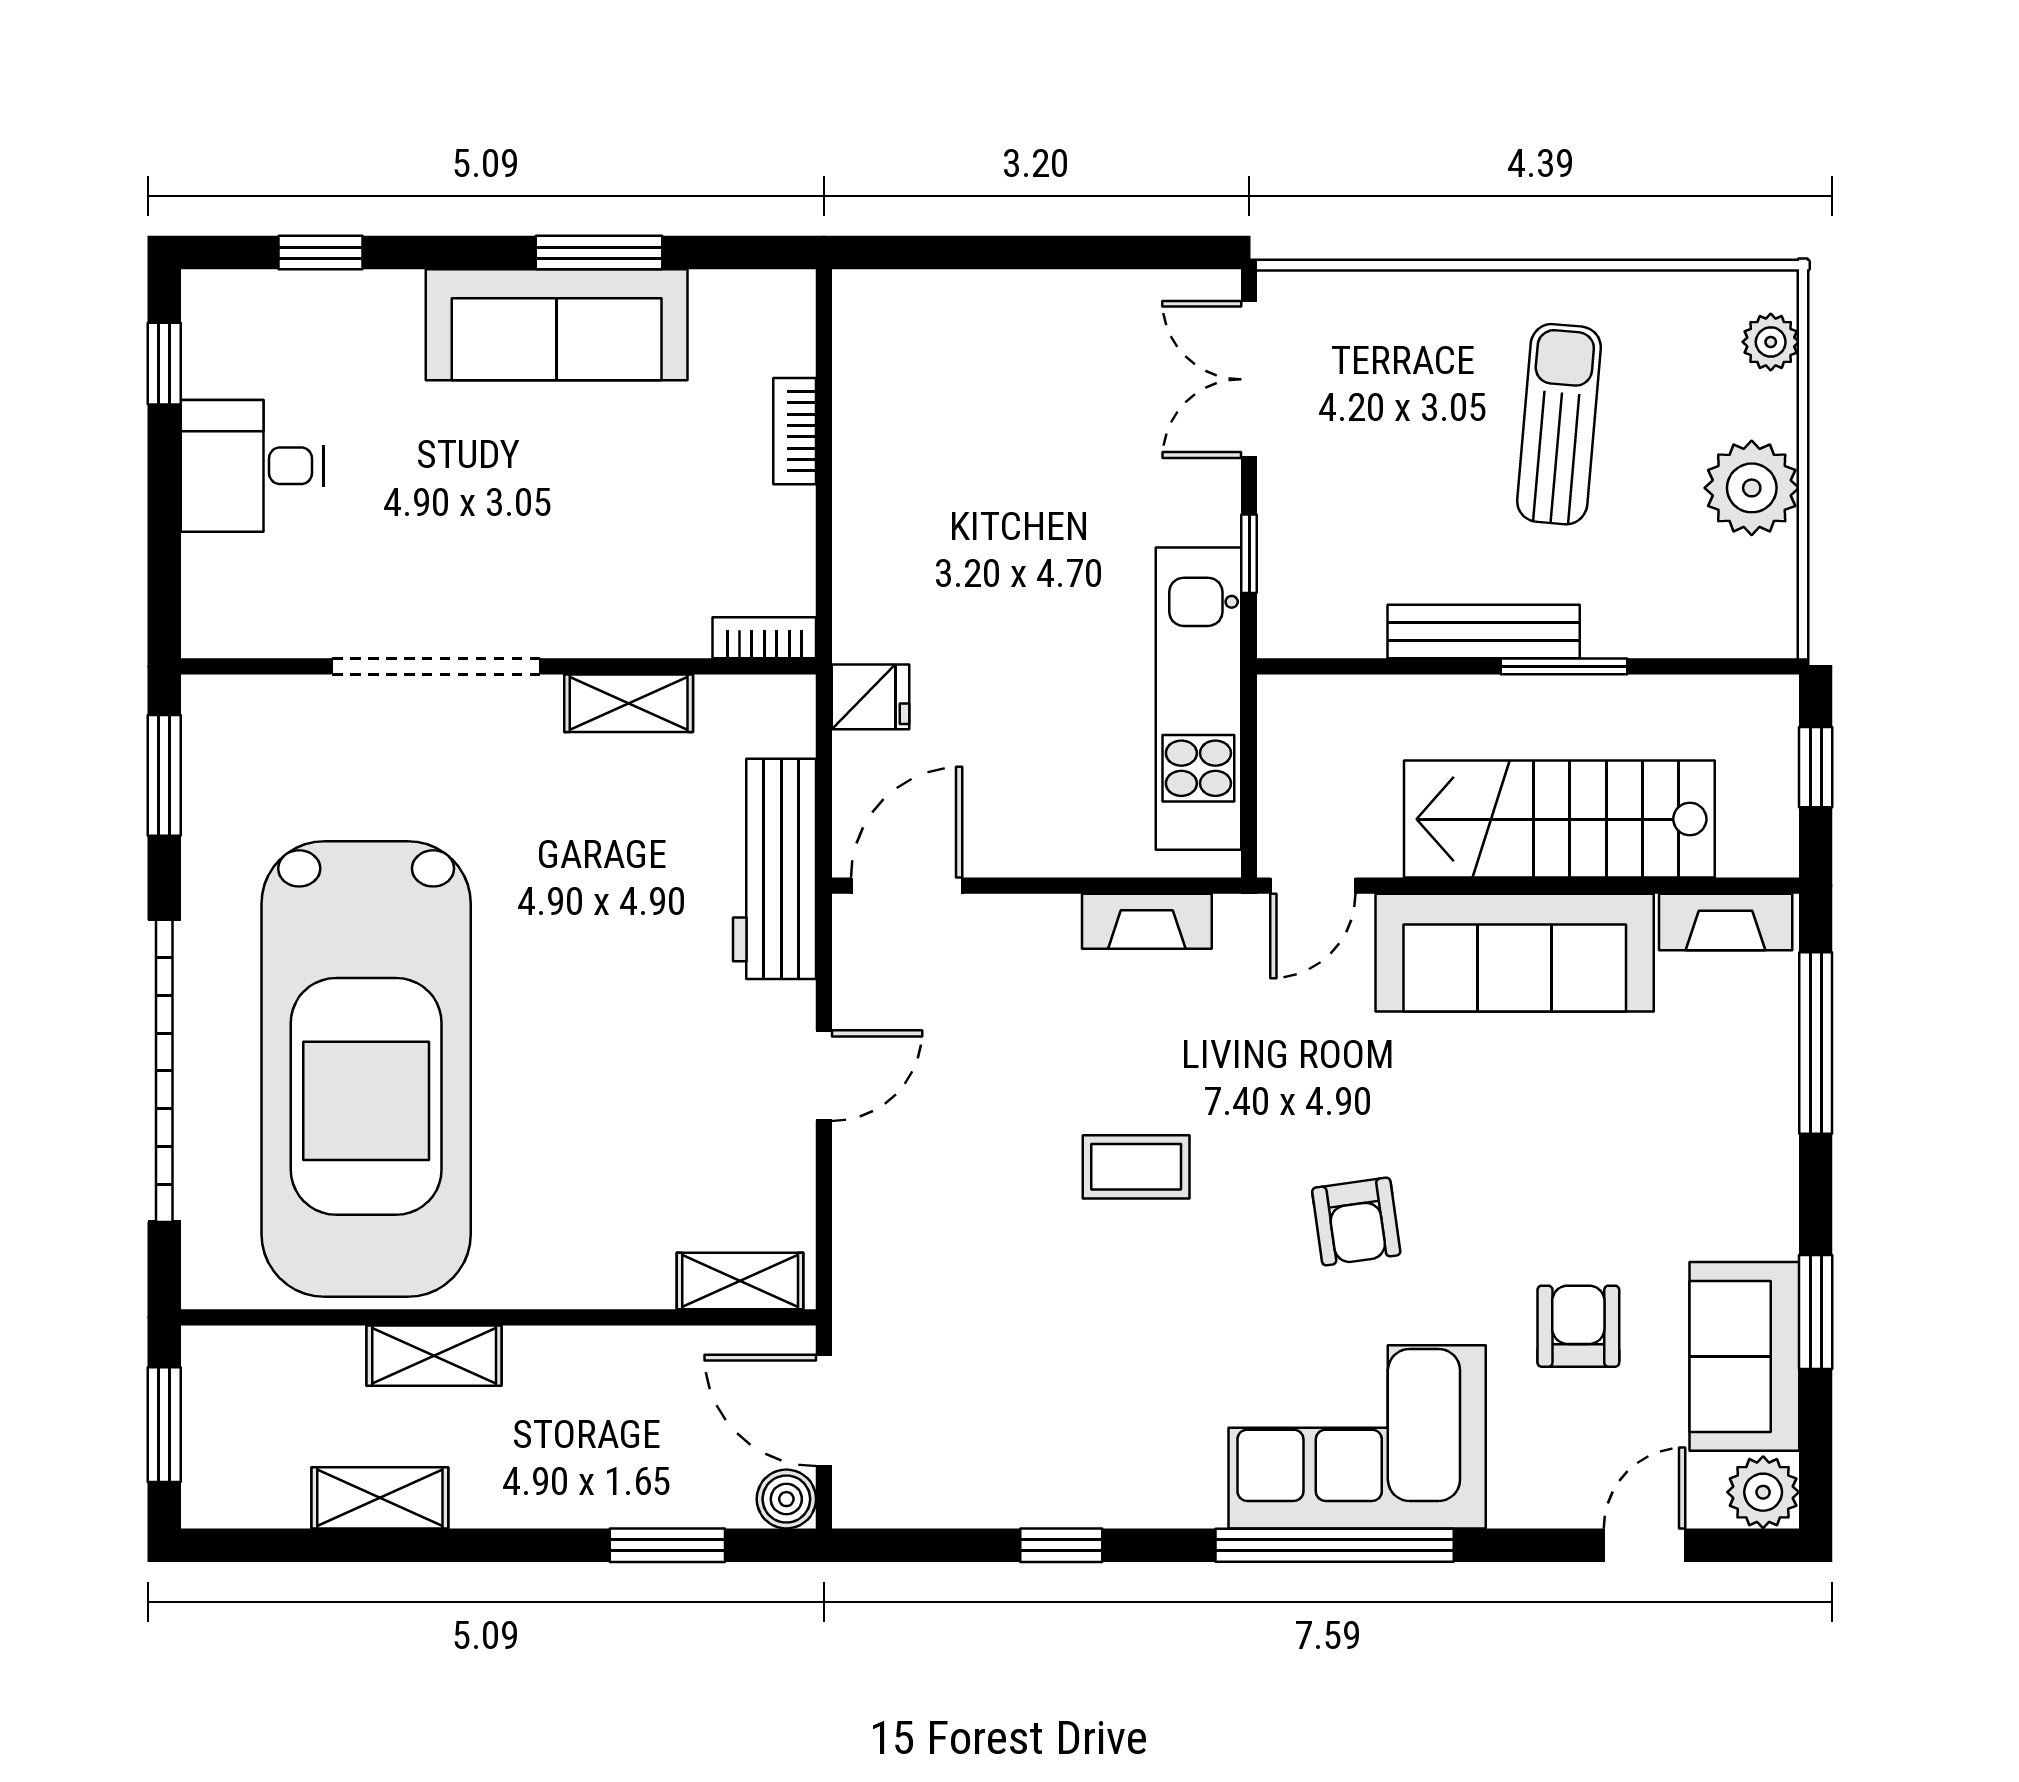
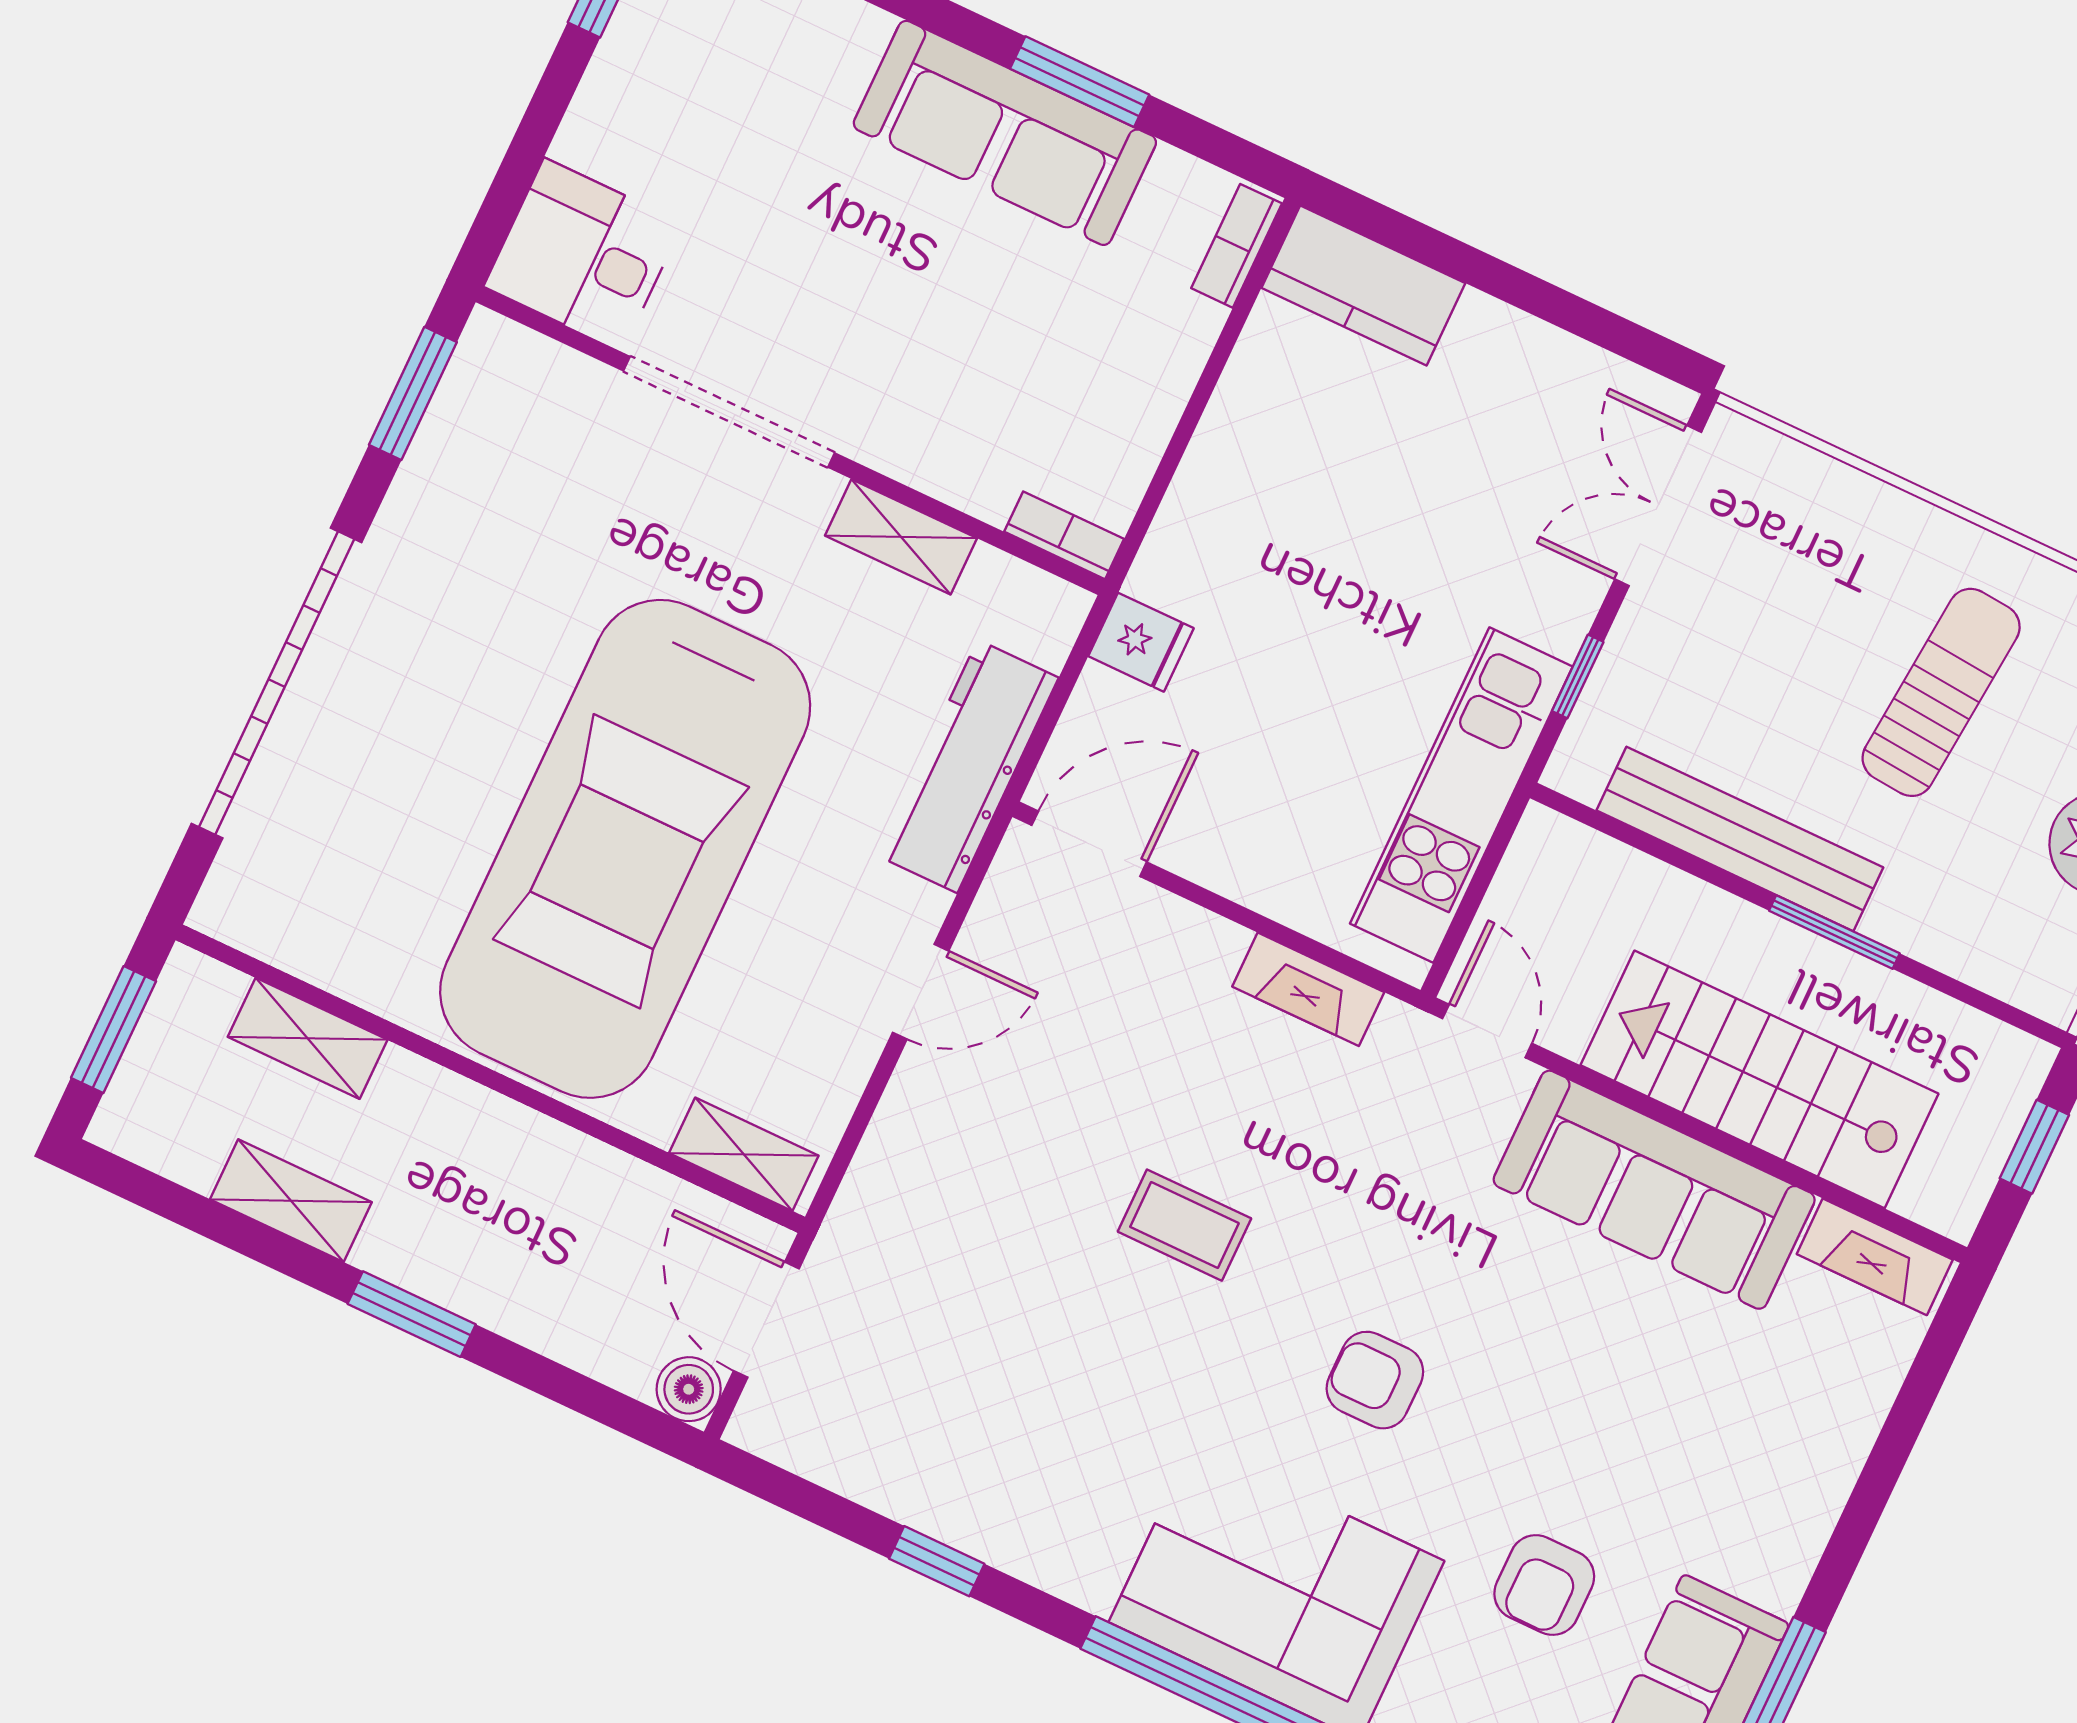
kitchen counter: (916, 311) -> (1363, 286), added
bookcase: (795, 431) -> (1237, 246), moved
desk: (252, 466) -> (583, 255), moved
bench: (1484, 632) -> (1740, 839), width x1.37, depth x1.21
door: (1313, 886) -> (1487, 1031), swing flipped
window: (1816, 1043) -> (1907, 1417), removed
car: (366, 1069) -> (625, 849), moved
armchair: (1356, 1221) -> (1375, 1380), turned 98
armchair: (1578, 1326) -> (1544, 1585), turned 180
shelving: (434, 1356) -> (308, 1038), moved
window: (667, 1545) -> (412, 1314), moved

